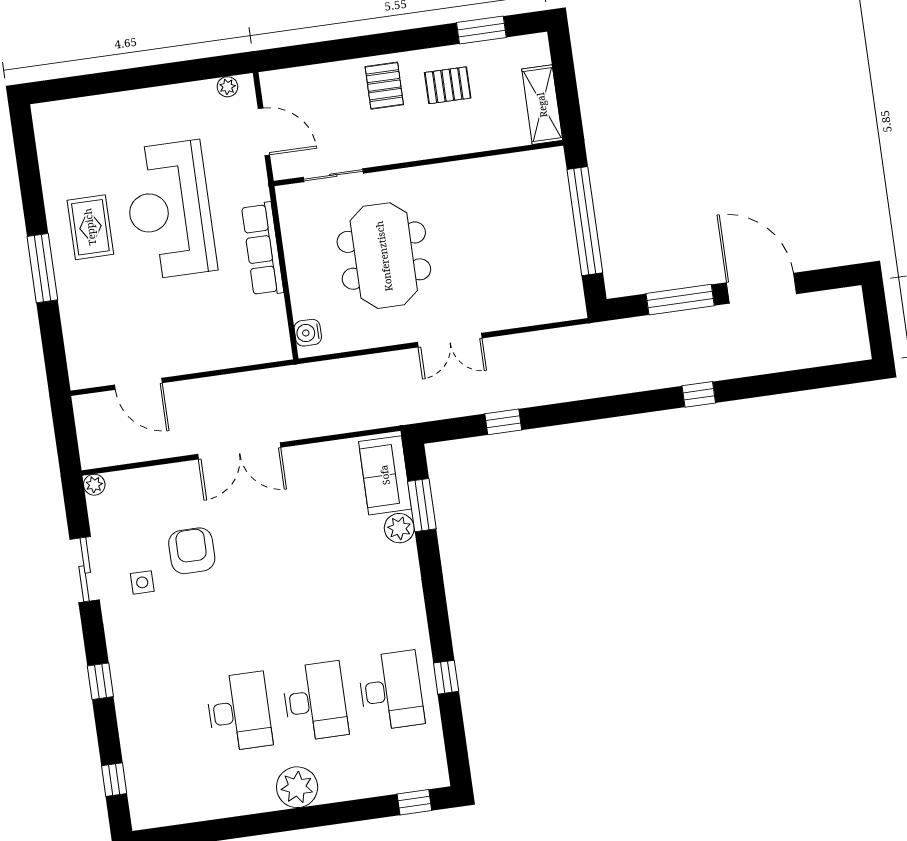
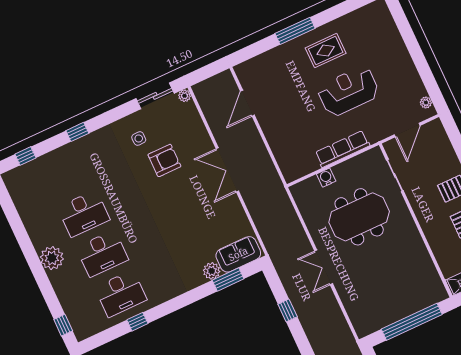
reception desk: (170, 210) -> (348, 91), width x0.74, depth x0.77
water cooler: (308, 333) -> (326, 178), moved
sliding door: (85, 569) -> (155, 96), moved

